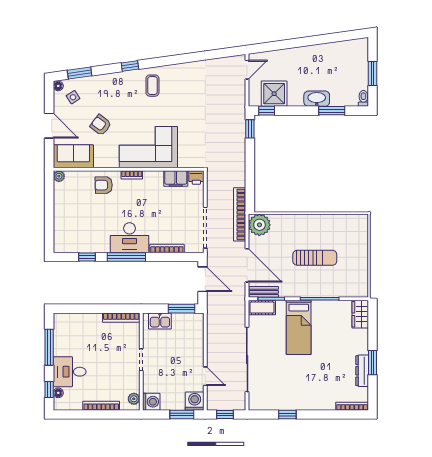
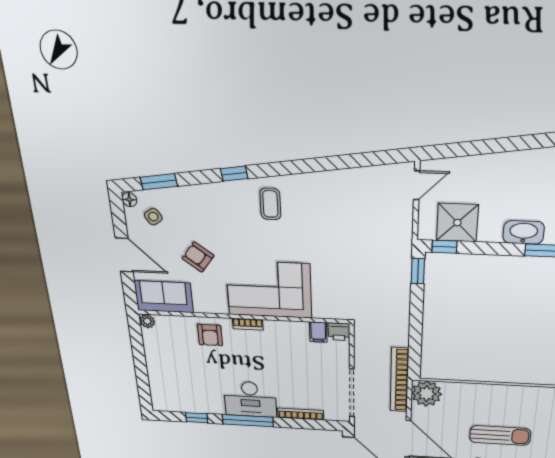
filing cabinet: (176, 179) -> (318, 332), width x0.50
armchair: (104, 185) -> (210, 335), turned -89

